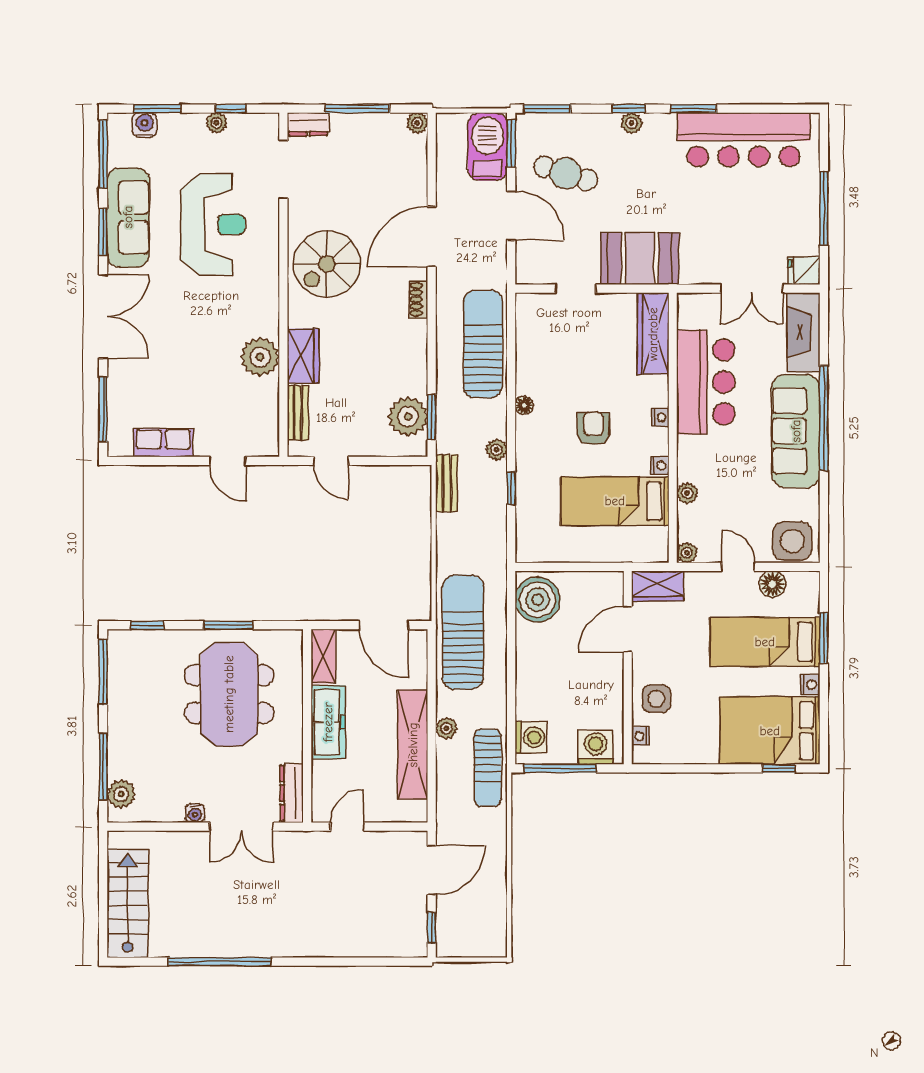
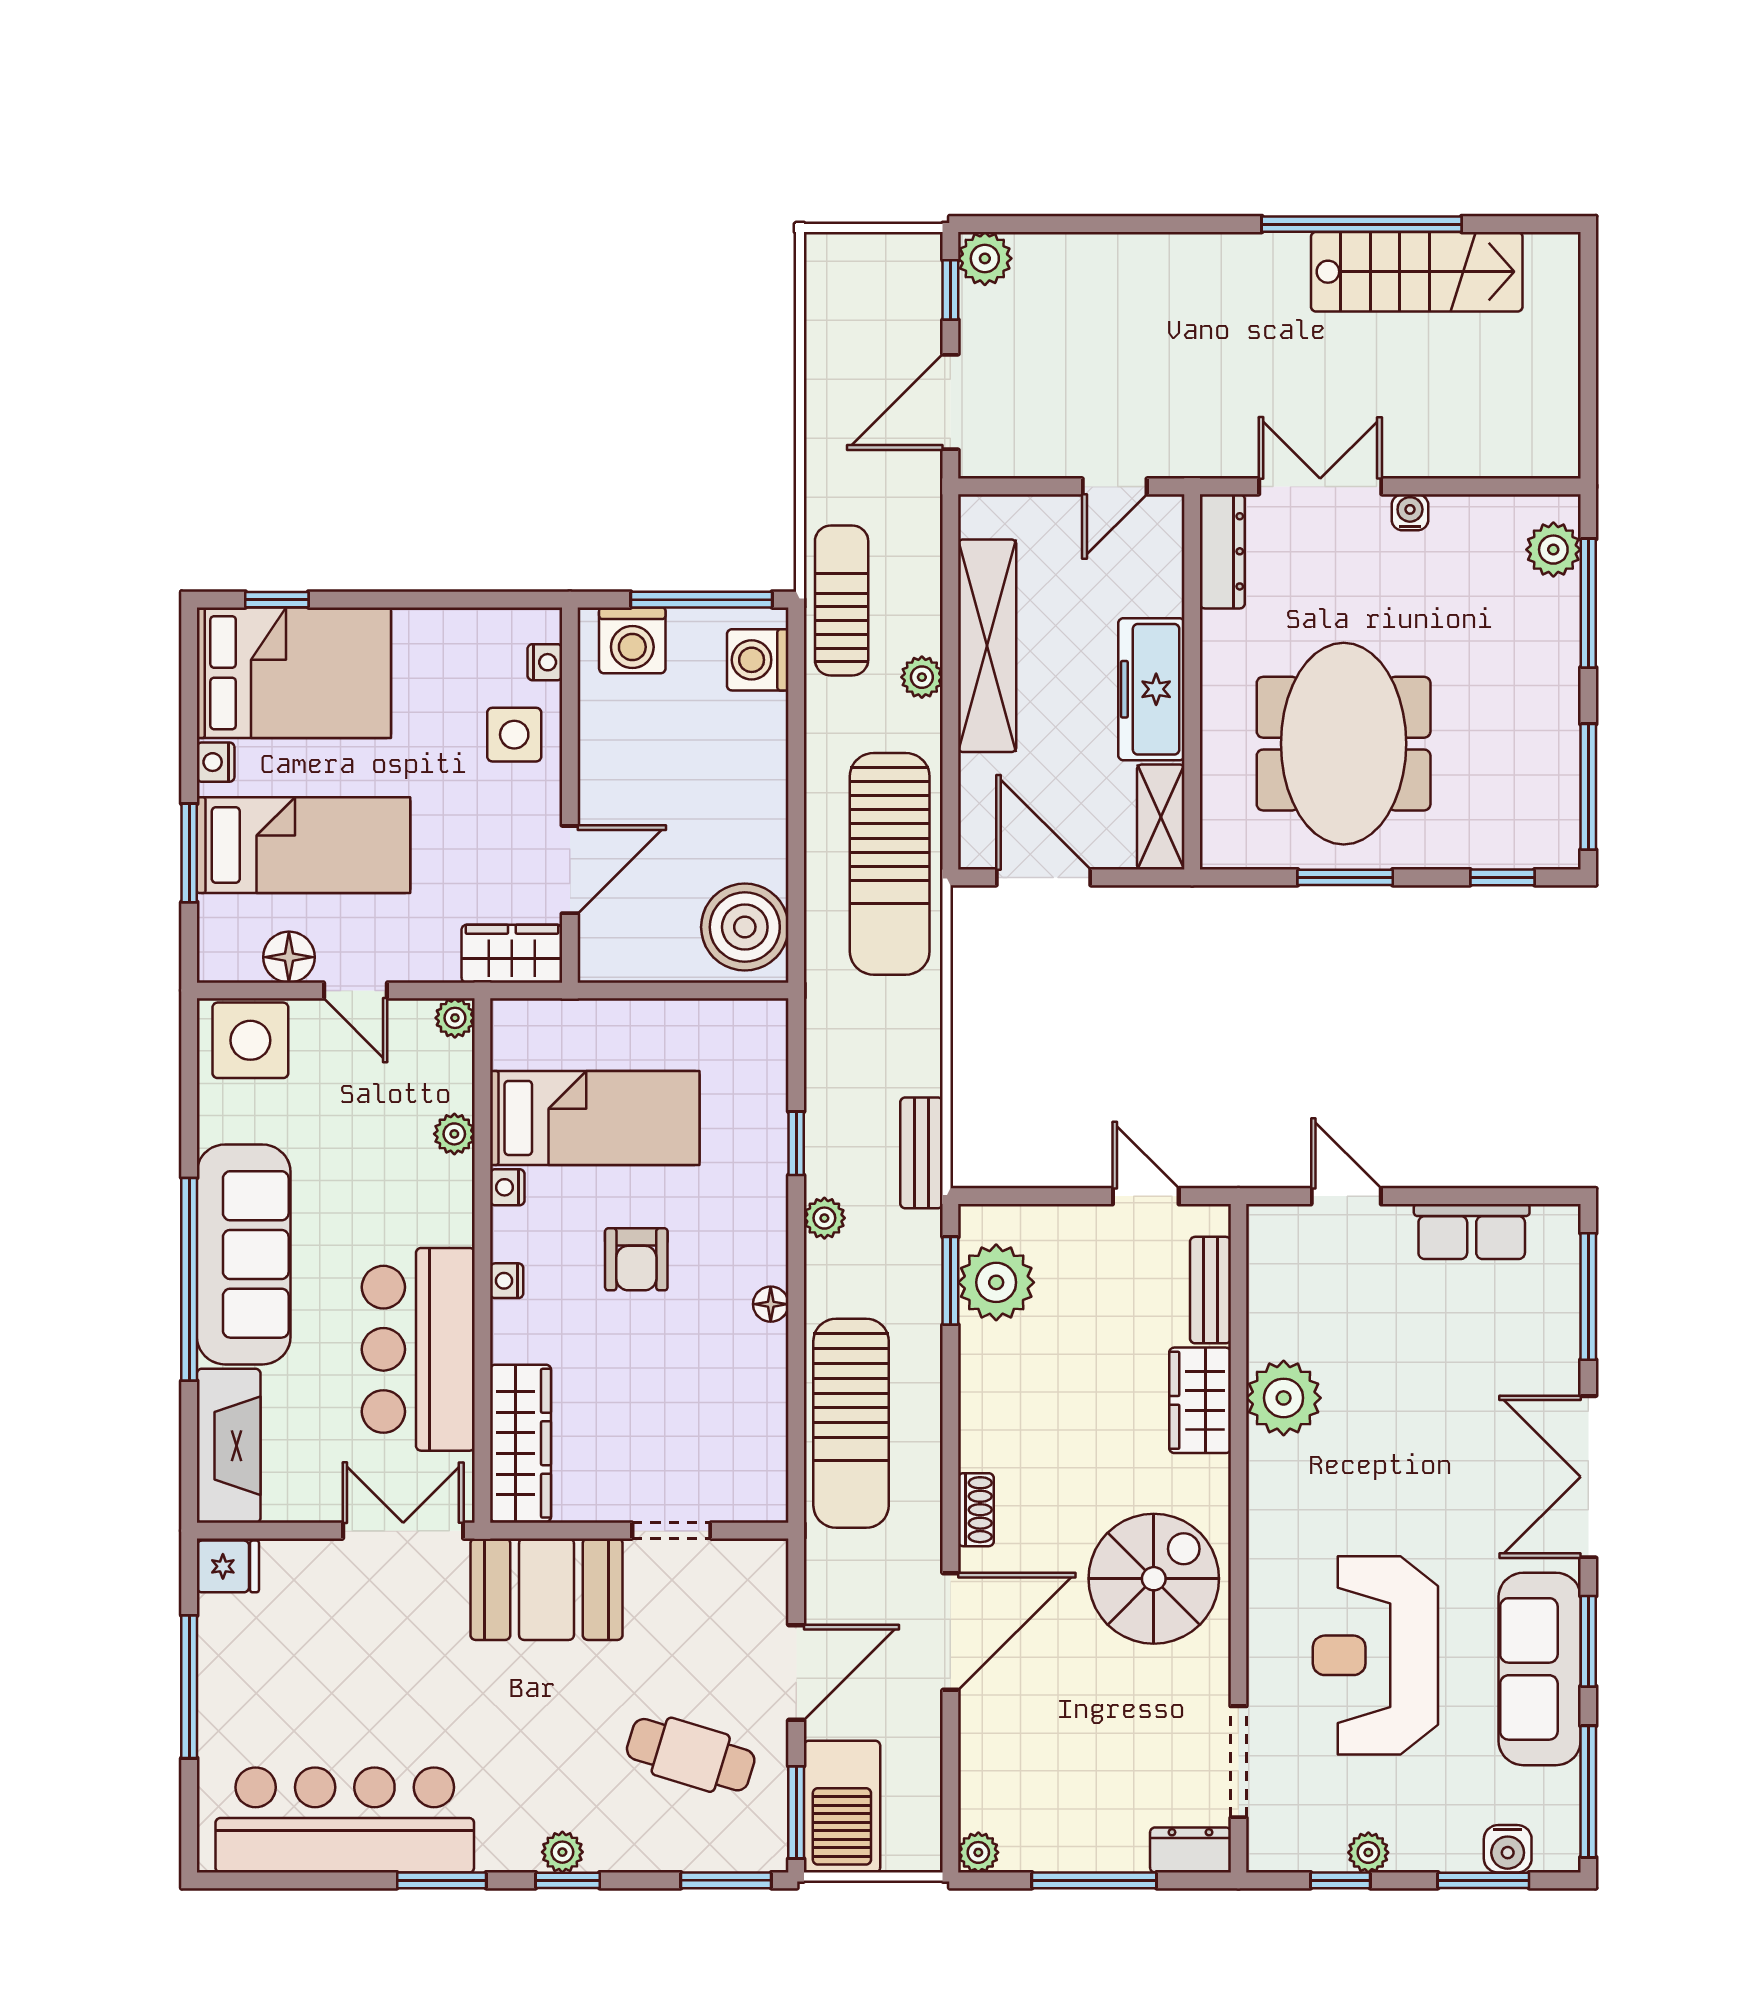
door: (511, 216) -> (796, 1672), swing flipped
double door: (752, 289) -> (403, 1531), moved
stairs: (128, 903) -> (1417, 272), moved, turned -90
plant: (414, 944) -> (985, 258), added

